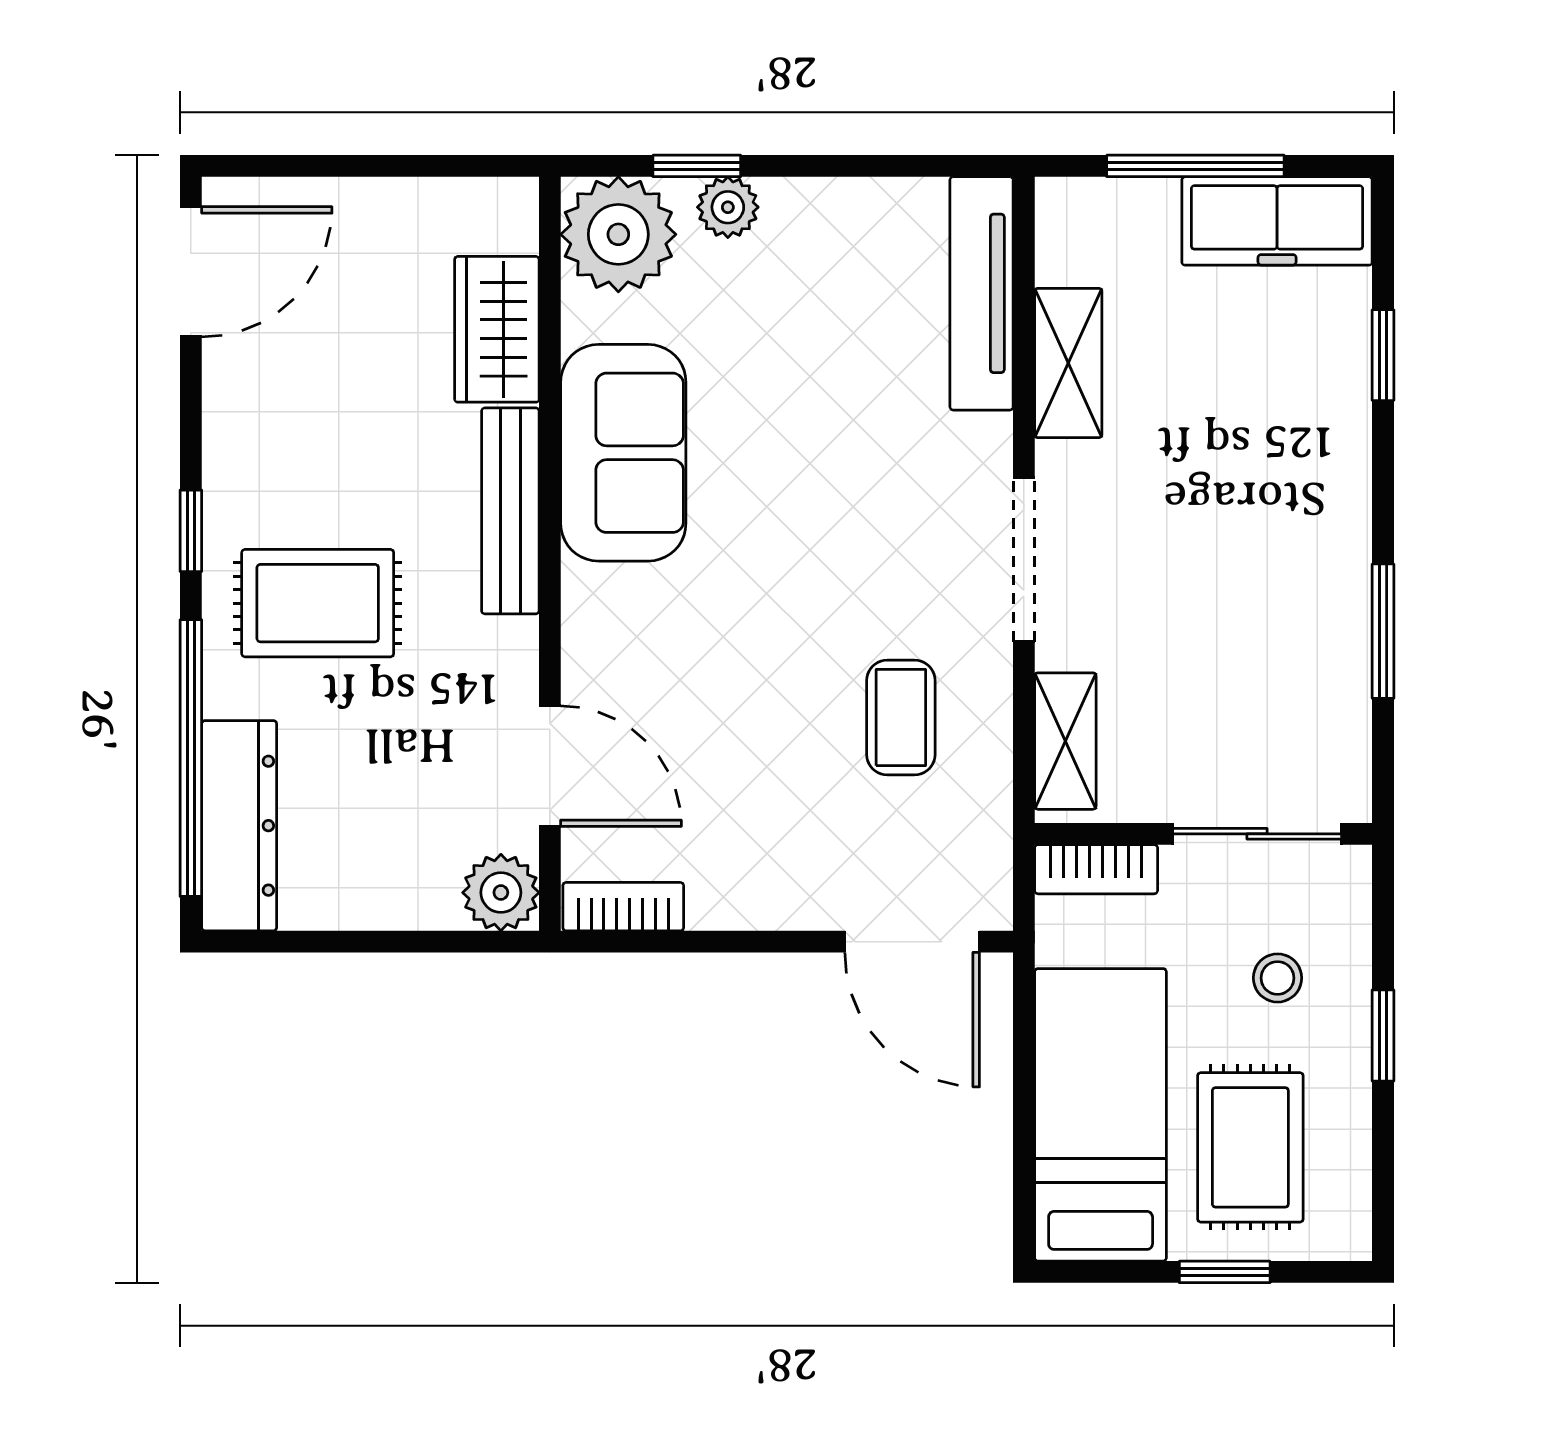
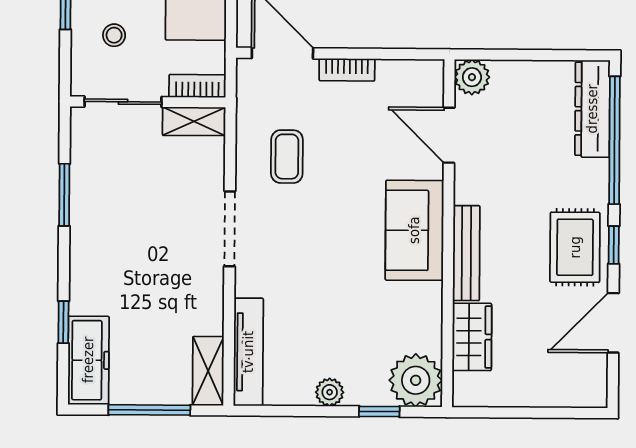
plant: (728, 207) -> (330, 392), moved
freezer: (1277, 221) -> (88, 360), moved, turned 90
door: (191, 272) -> (613, 323), moved
shelving: (1068, 363) -> (208, 371), moved
sofa: (623, 453) -> (414, 230), moved
rug: (318, 603) -> (575, 247), moved, turned 90
shelving: (1065, 741) -> (194, 121), moved, turned 90
bookcase: (623, 907) -> (347, 70), moved

